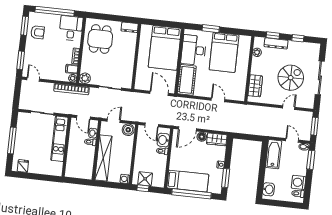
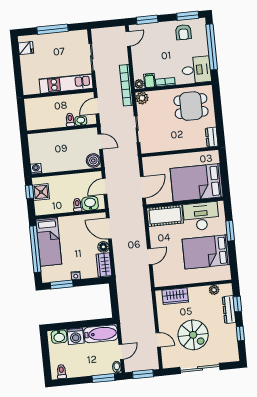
shelving: (103, 158) -> (55, 139), removed
washing machine: (299, 182) -> (76, 336), moved, turned 180

